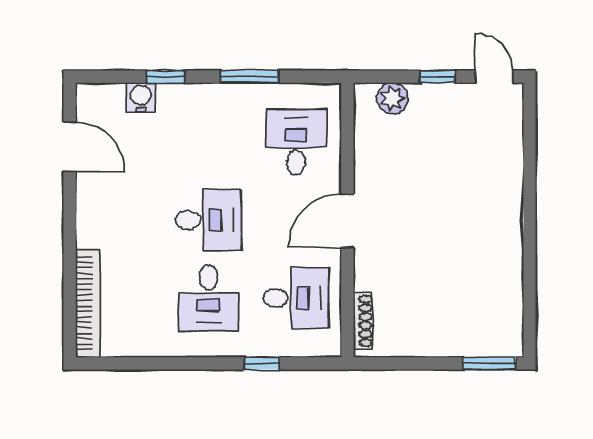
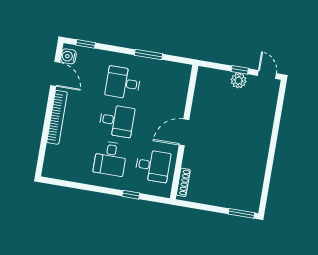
window: (166, 77) -> (86, 44), moved
water cooler: (141, 97) -> (68, 56), moved, turned -90
plant: (392, 98) -> (239, 81), moved
desk: (296, 142) -> (123, 83), moved, turned -90
bookcase: (88, 303) -> (57, 117), moved

